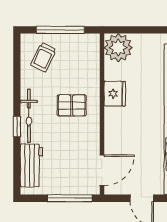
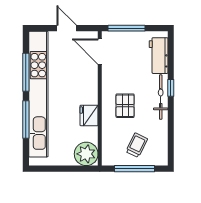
trolley: (43, 57) -> (137, 145), moved
pallet: (72, 105) -> (125, 106), turned 90
door: (102, 170) -> (100, 52), hinge flipped

